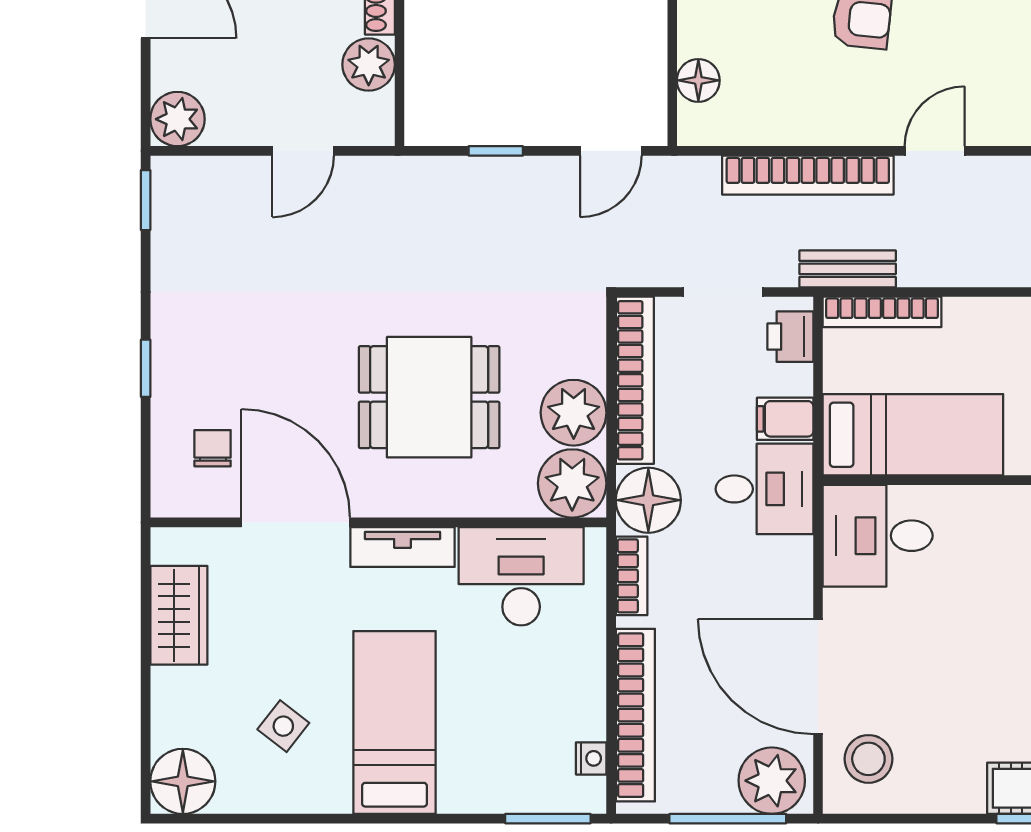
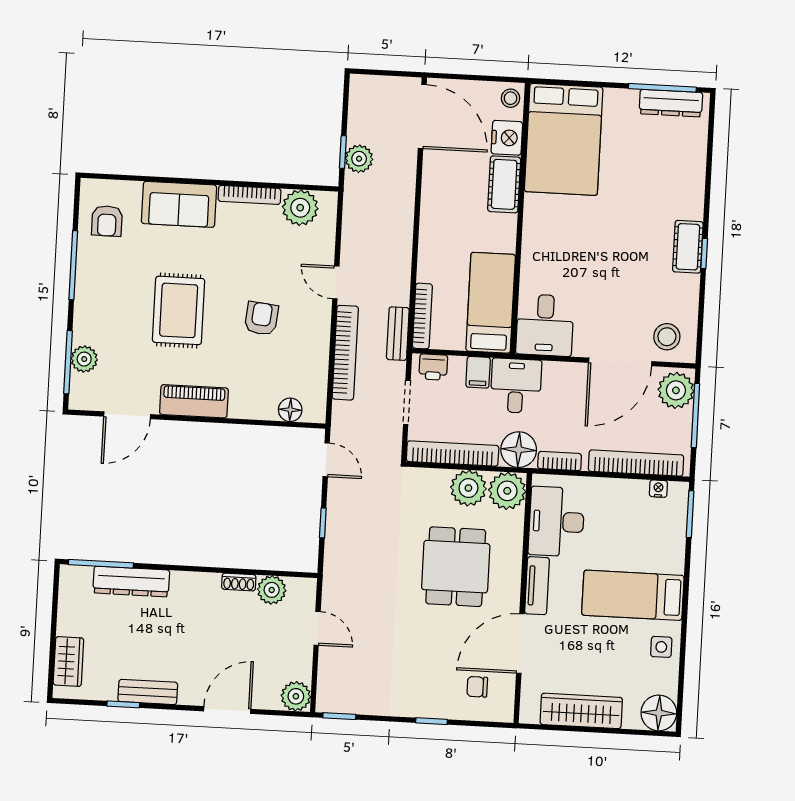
wardrobe: (179, 615) -> (581, 711), width x1.50
side table: (283, 726) -> (661, 647), moved, turned -38

